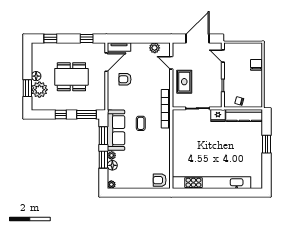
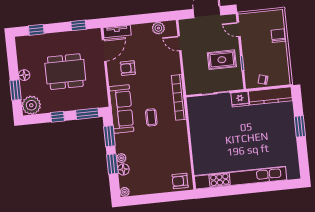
rug: (184, 82) -> (222, 60), moved, turned 90
plant: (39, 90) -> (31, 105), moved
sofa: (116, 130) -> (121, 109), moved

